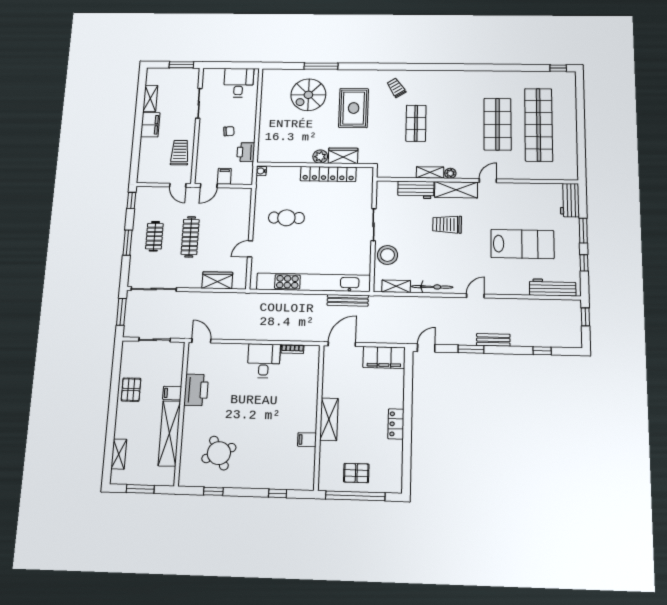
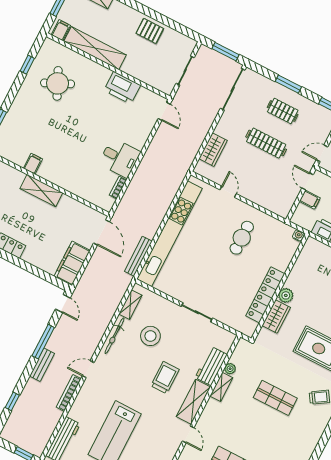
plant: (450, 173) -> (230, 369), moved
stool: (388, 255) -> (150, 336), moved
door: (475, 296) -> (88, 369), swing flipped
bookcase: (507, 303) -> (69, 393), added
door: (201, 341) -> (164, 111), hinge flipped
window: (471, 349) -> (43, 342), width x1.44
filing cabinet: (172, 393) -> (61, 30), moved

